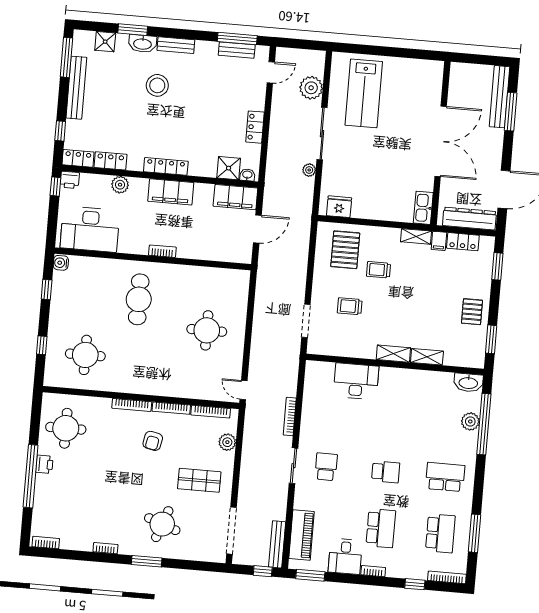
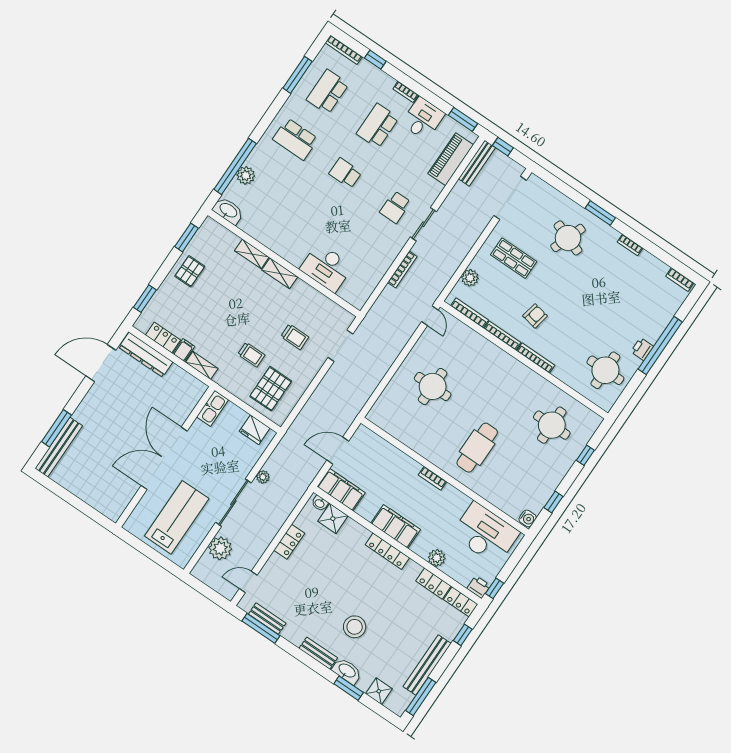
double door: (441, 141) -> (164, 458), moved
wall: (440, 143) -> (165, 457), moved
kitchen sink: (423, 208) -> (212, 408), moved

